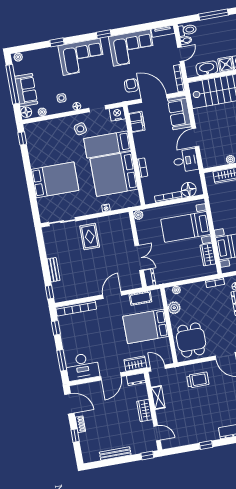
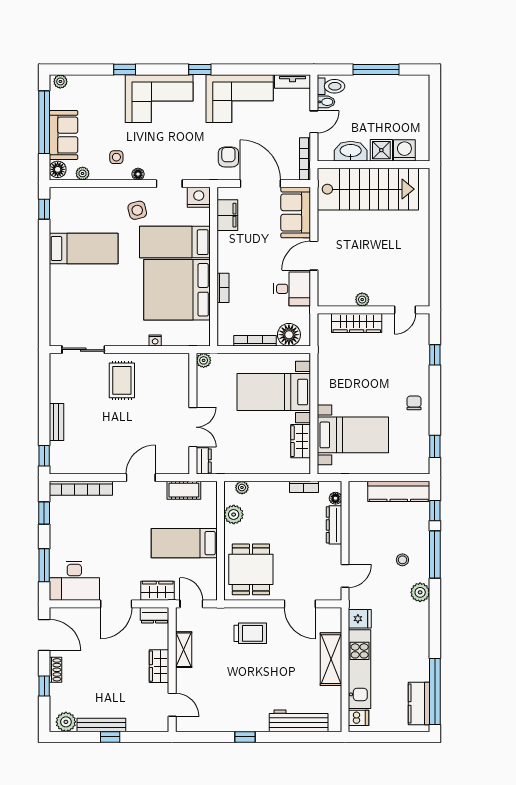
bed: (55, 180) -> (84, 248), moved, width x0.67
bed: (146, 326) -> (184, 543), width x0.67
plant: (93, 456) -> (66, 722), added
window: (147, 456) -> (110, 737), moved

